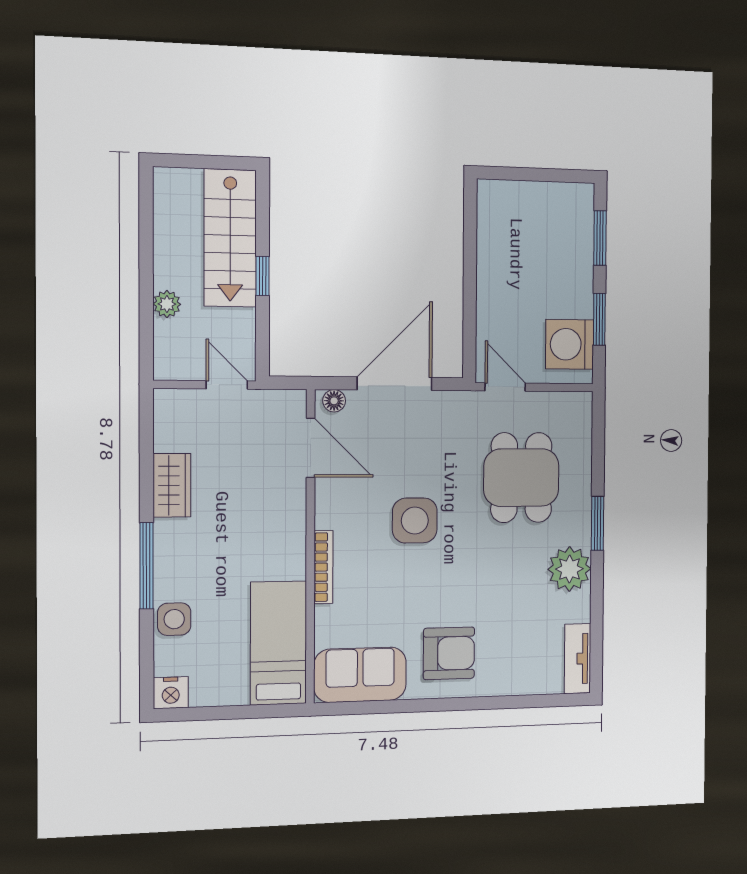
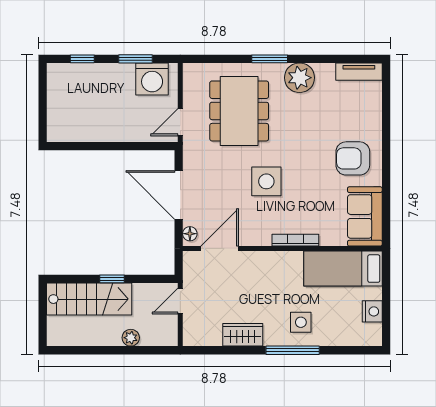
window: (600, 238) -> (82, 59), width x0.67
dining table: (521, 478) -> (239, 111), width x1.38
side table: (174, 619) -> (301, 322), moved
armchair: (449, 653) -> (353, 158), turned -90
nightstand: (171, 693) -> (372, 311), moved

